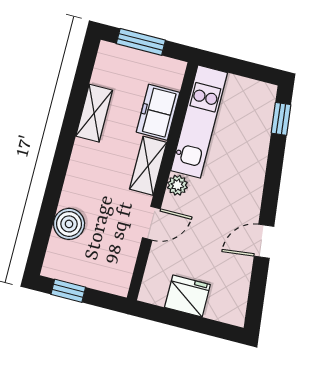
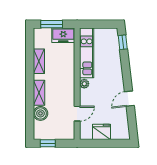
freezer: (158, 112) -> (63, 35), moved, turned -90
shelving: (148, 166) -> (39, 93), moved
door: (151, 223) -> (77, 114), moved

